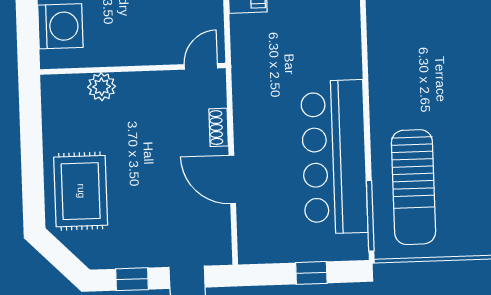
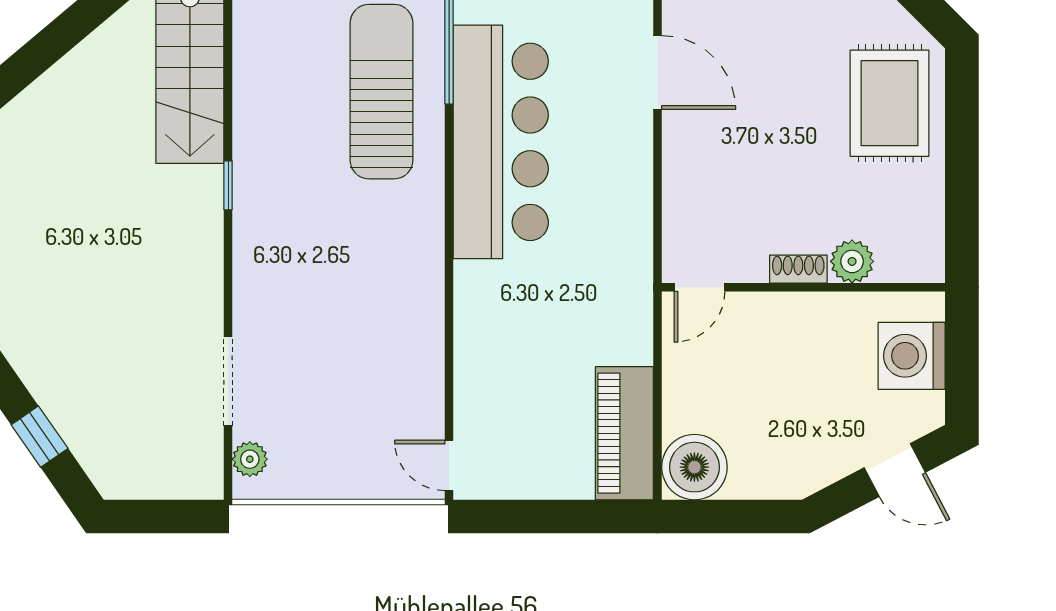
shoe rack: (219, 127) -> (798, 269), moved, turned -90
door: (232, 179) -> (658, 73), moved

